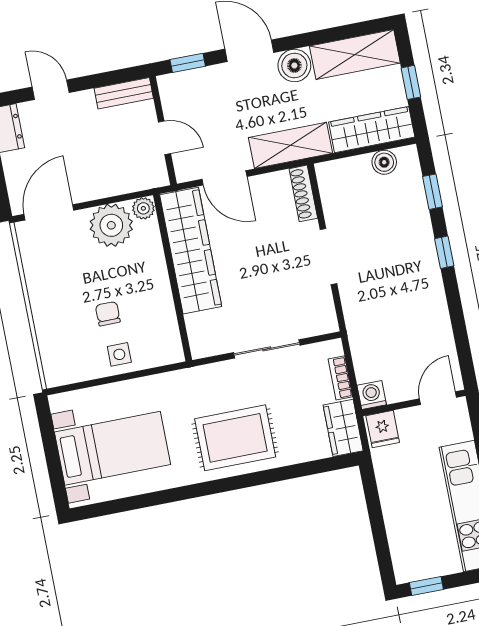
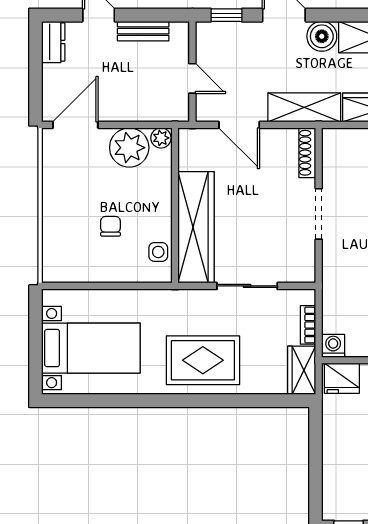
bench: (124, 93) -> (143, 31), moved
wardrobe: (191, 251) -> (196, 227), moved
side table: (119, 354) -> (158, 252), moved
fridge: (383, 429) -> (342, 378), width x1.38

